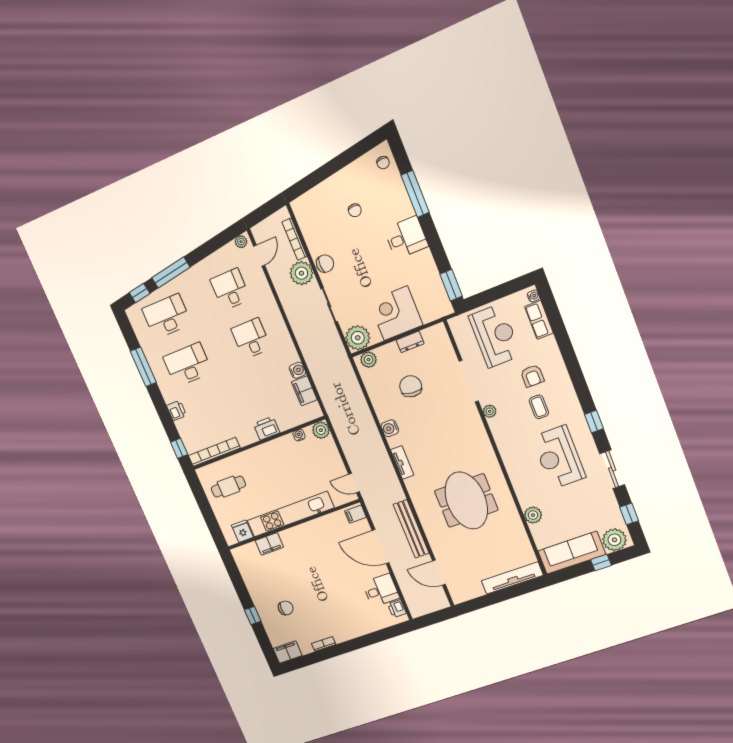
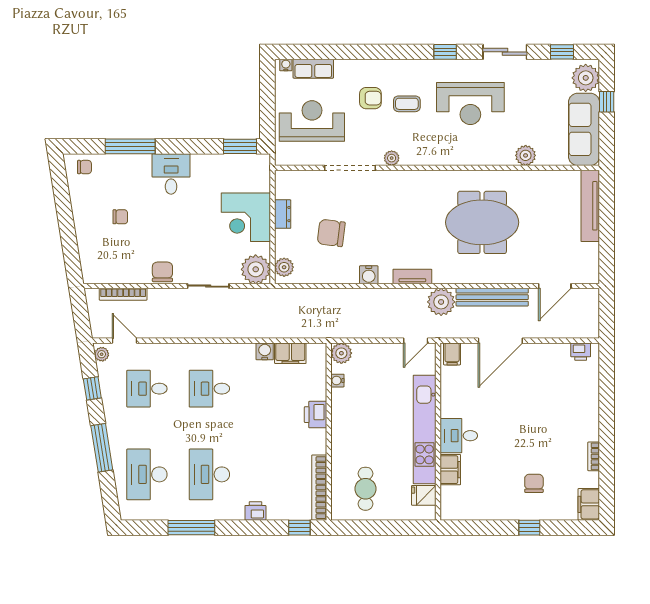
plant: (301, 273) -> (441, 302), moved
window: (140, 293) -> (92, 388), moved
desk: (381, 590) -> (459, 436), moved, turned -90

